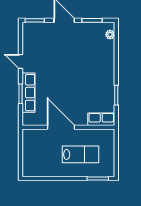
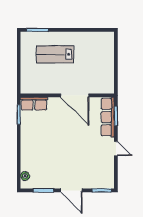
row of seats: (101, 119) -> (34, 104), moved
door: (61, 127) -> (75, 95), moved
wall: (68, 127) -> (67, 95), moved

